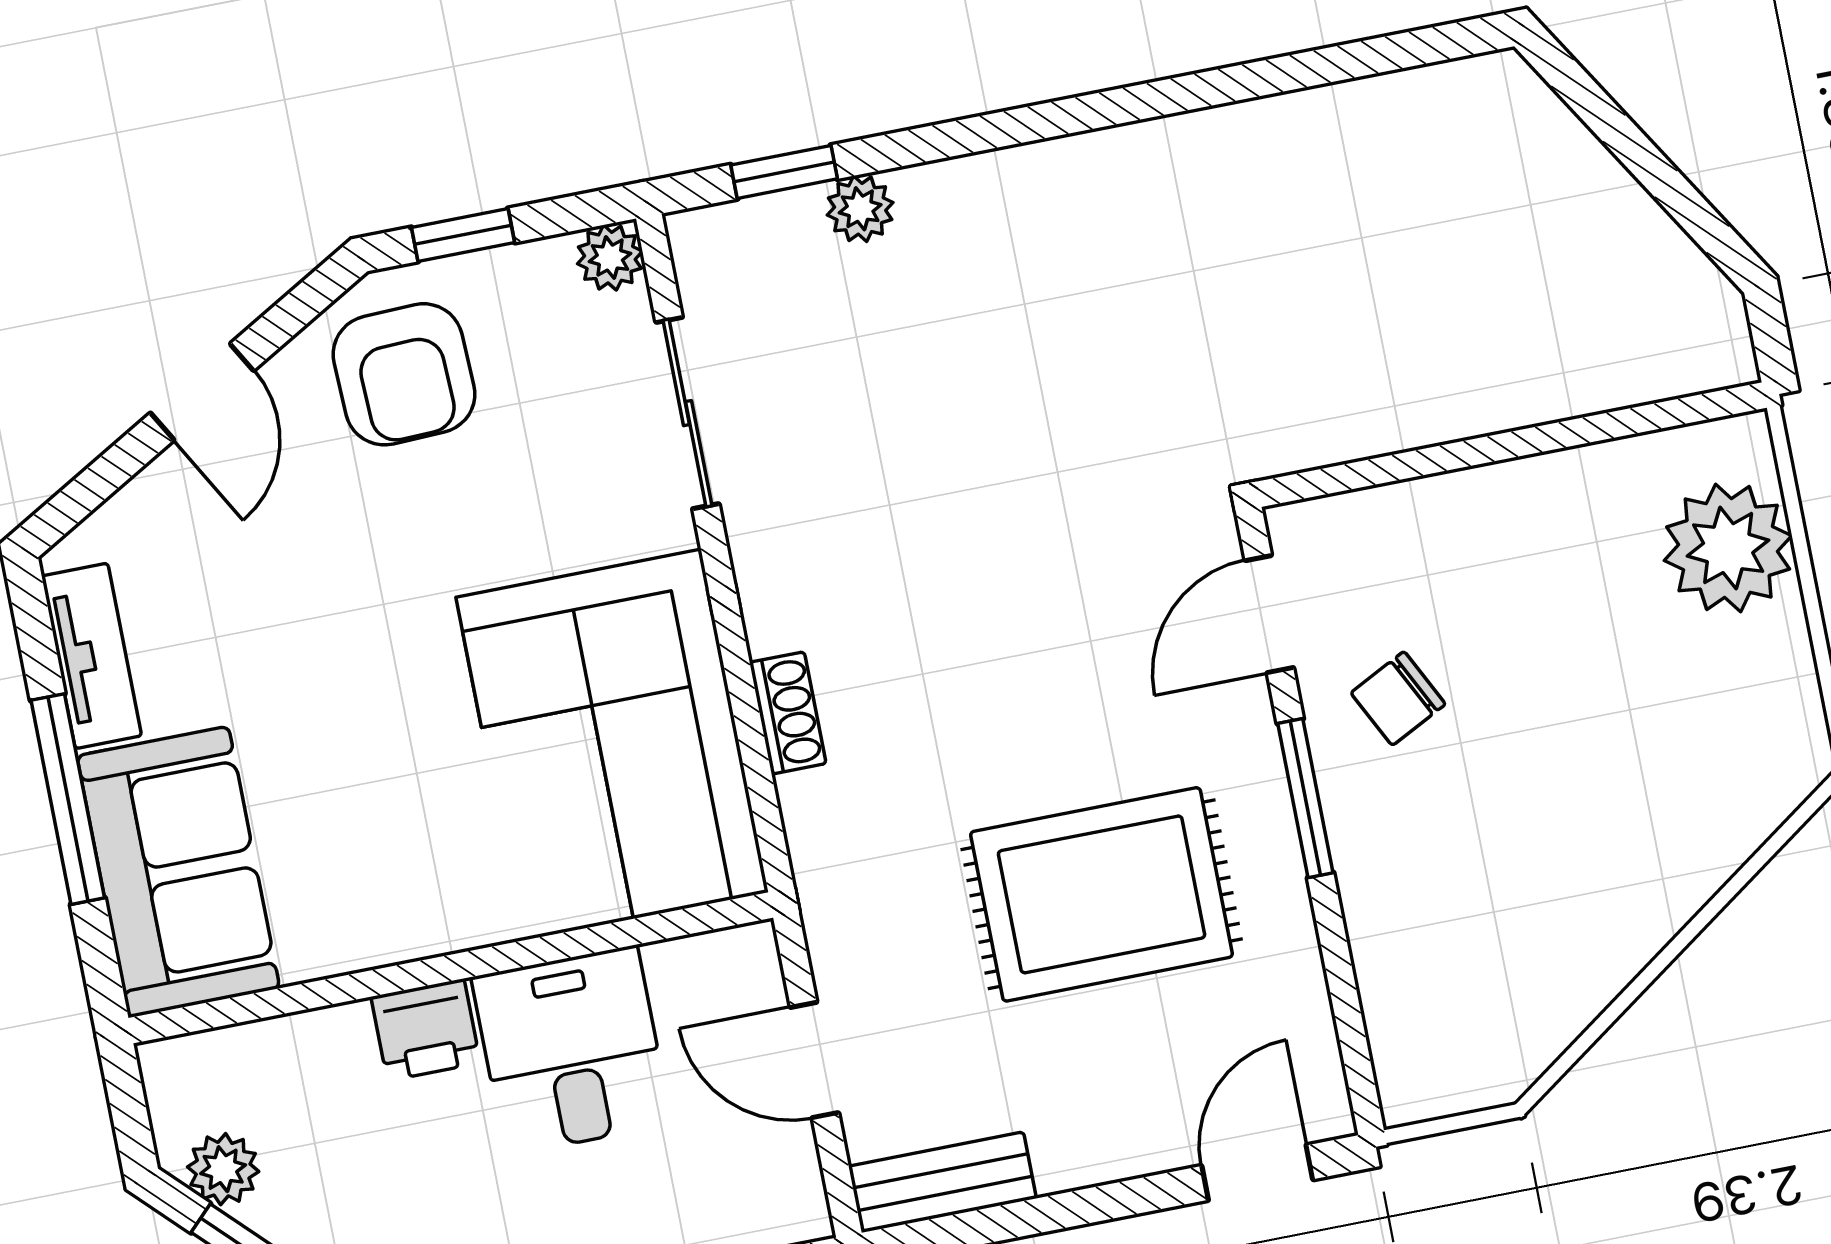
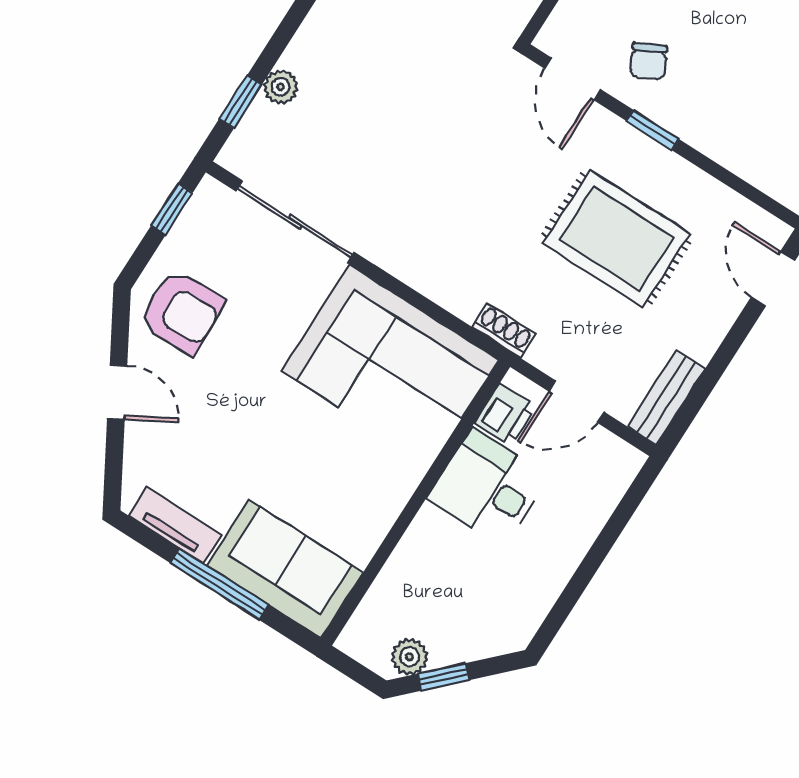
window: (463, 235) -> (172, 209), moved
plant: (610, 258) -> (211, 196), removed
sliding door: (688, 413) -> (295, 222), width x1.37
shoe rack: (788, 713) -> (504, 331), moved
window: (1305, 798) -> (653, 130), width x0.67
rug: (1102, 894) -> (616, 239), turned 90
printer: (426, 1030) -> (505, 415), moved

